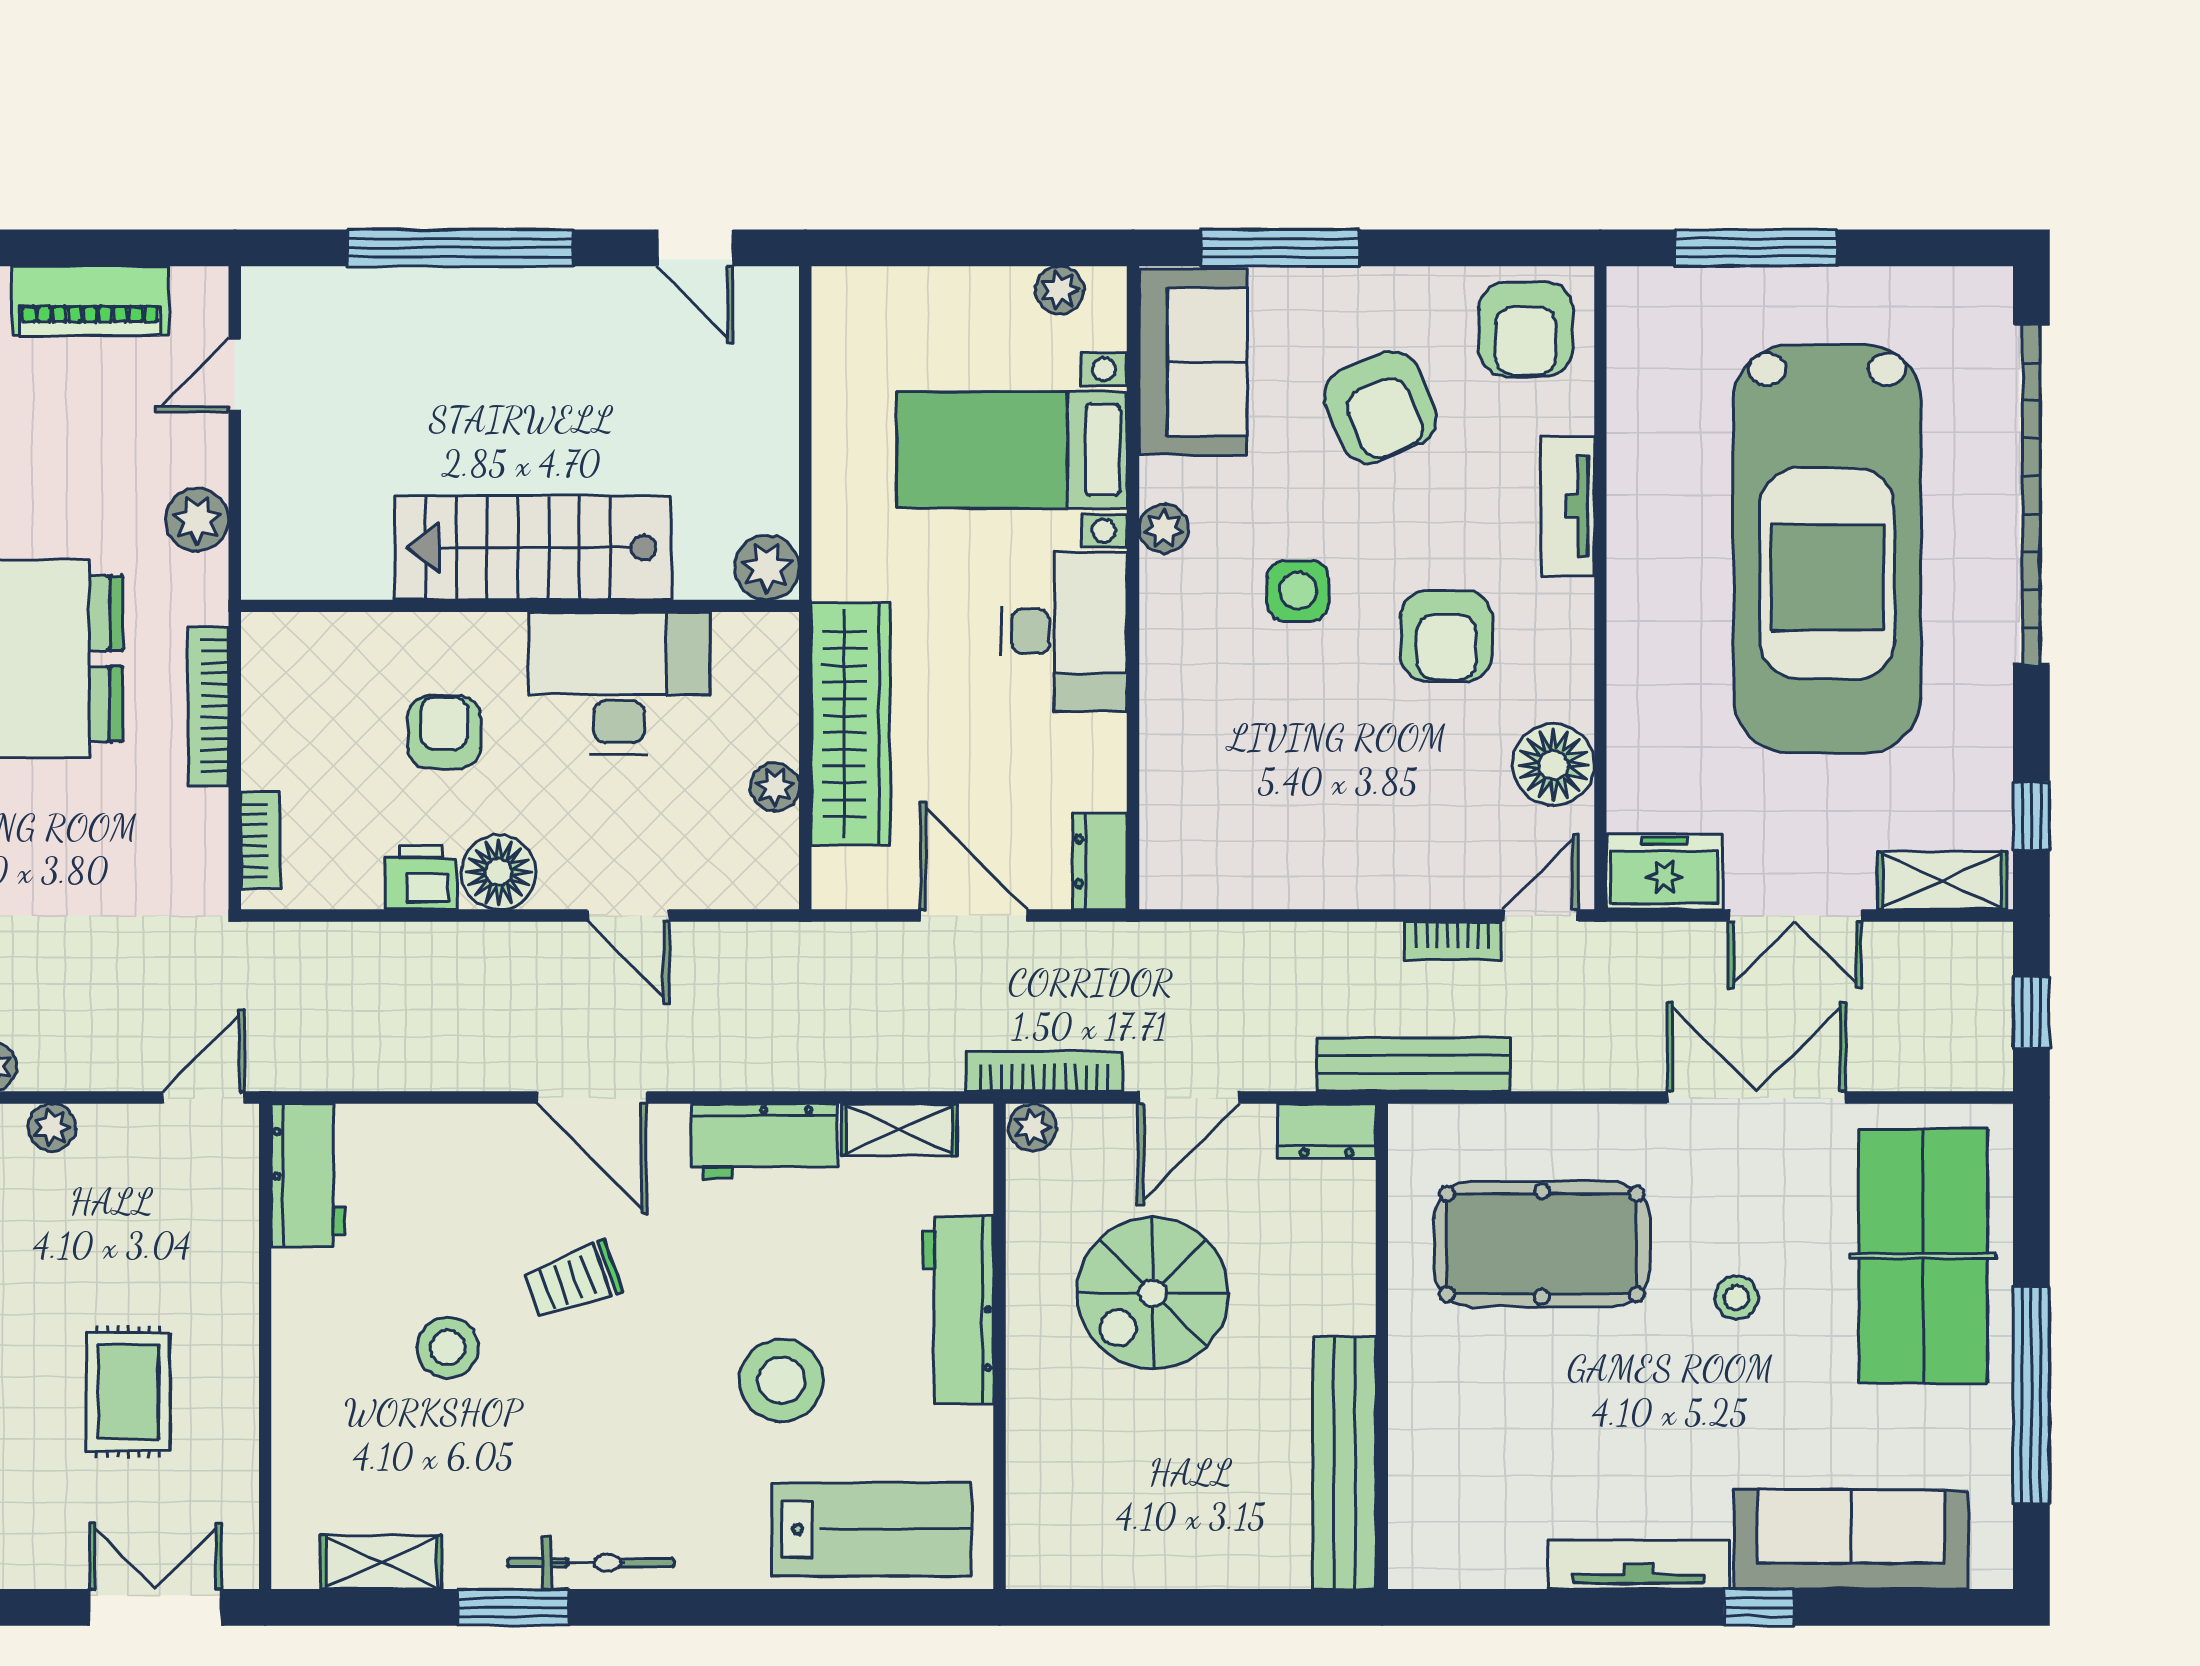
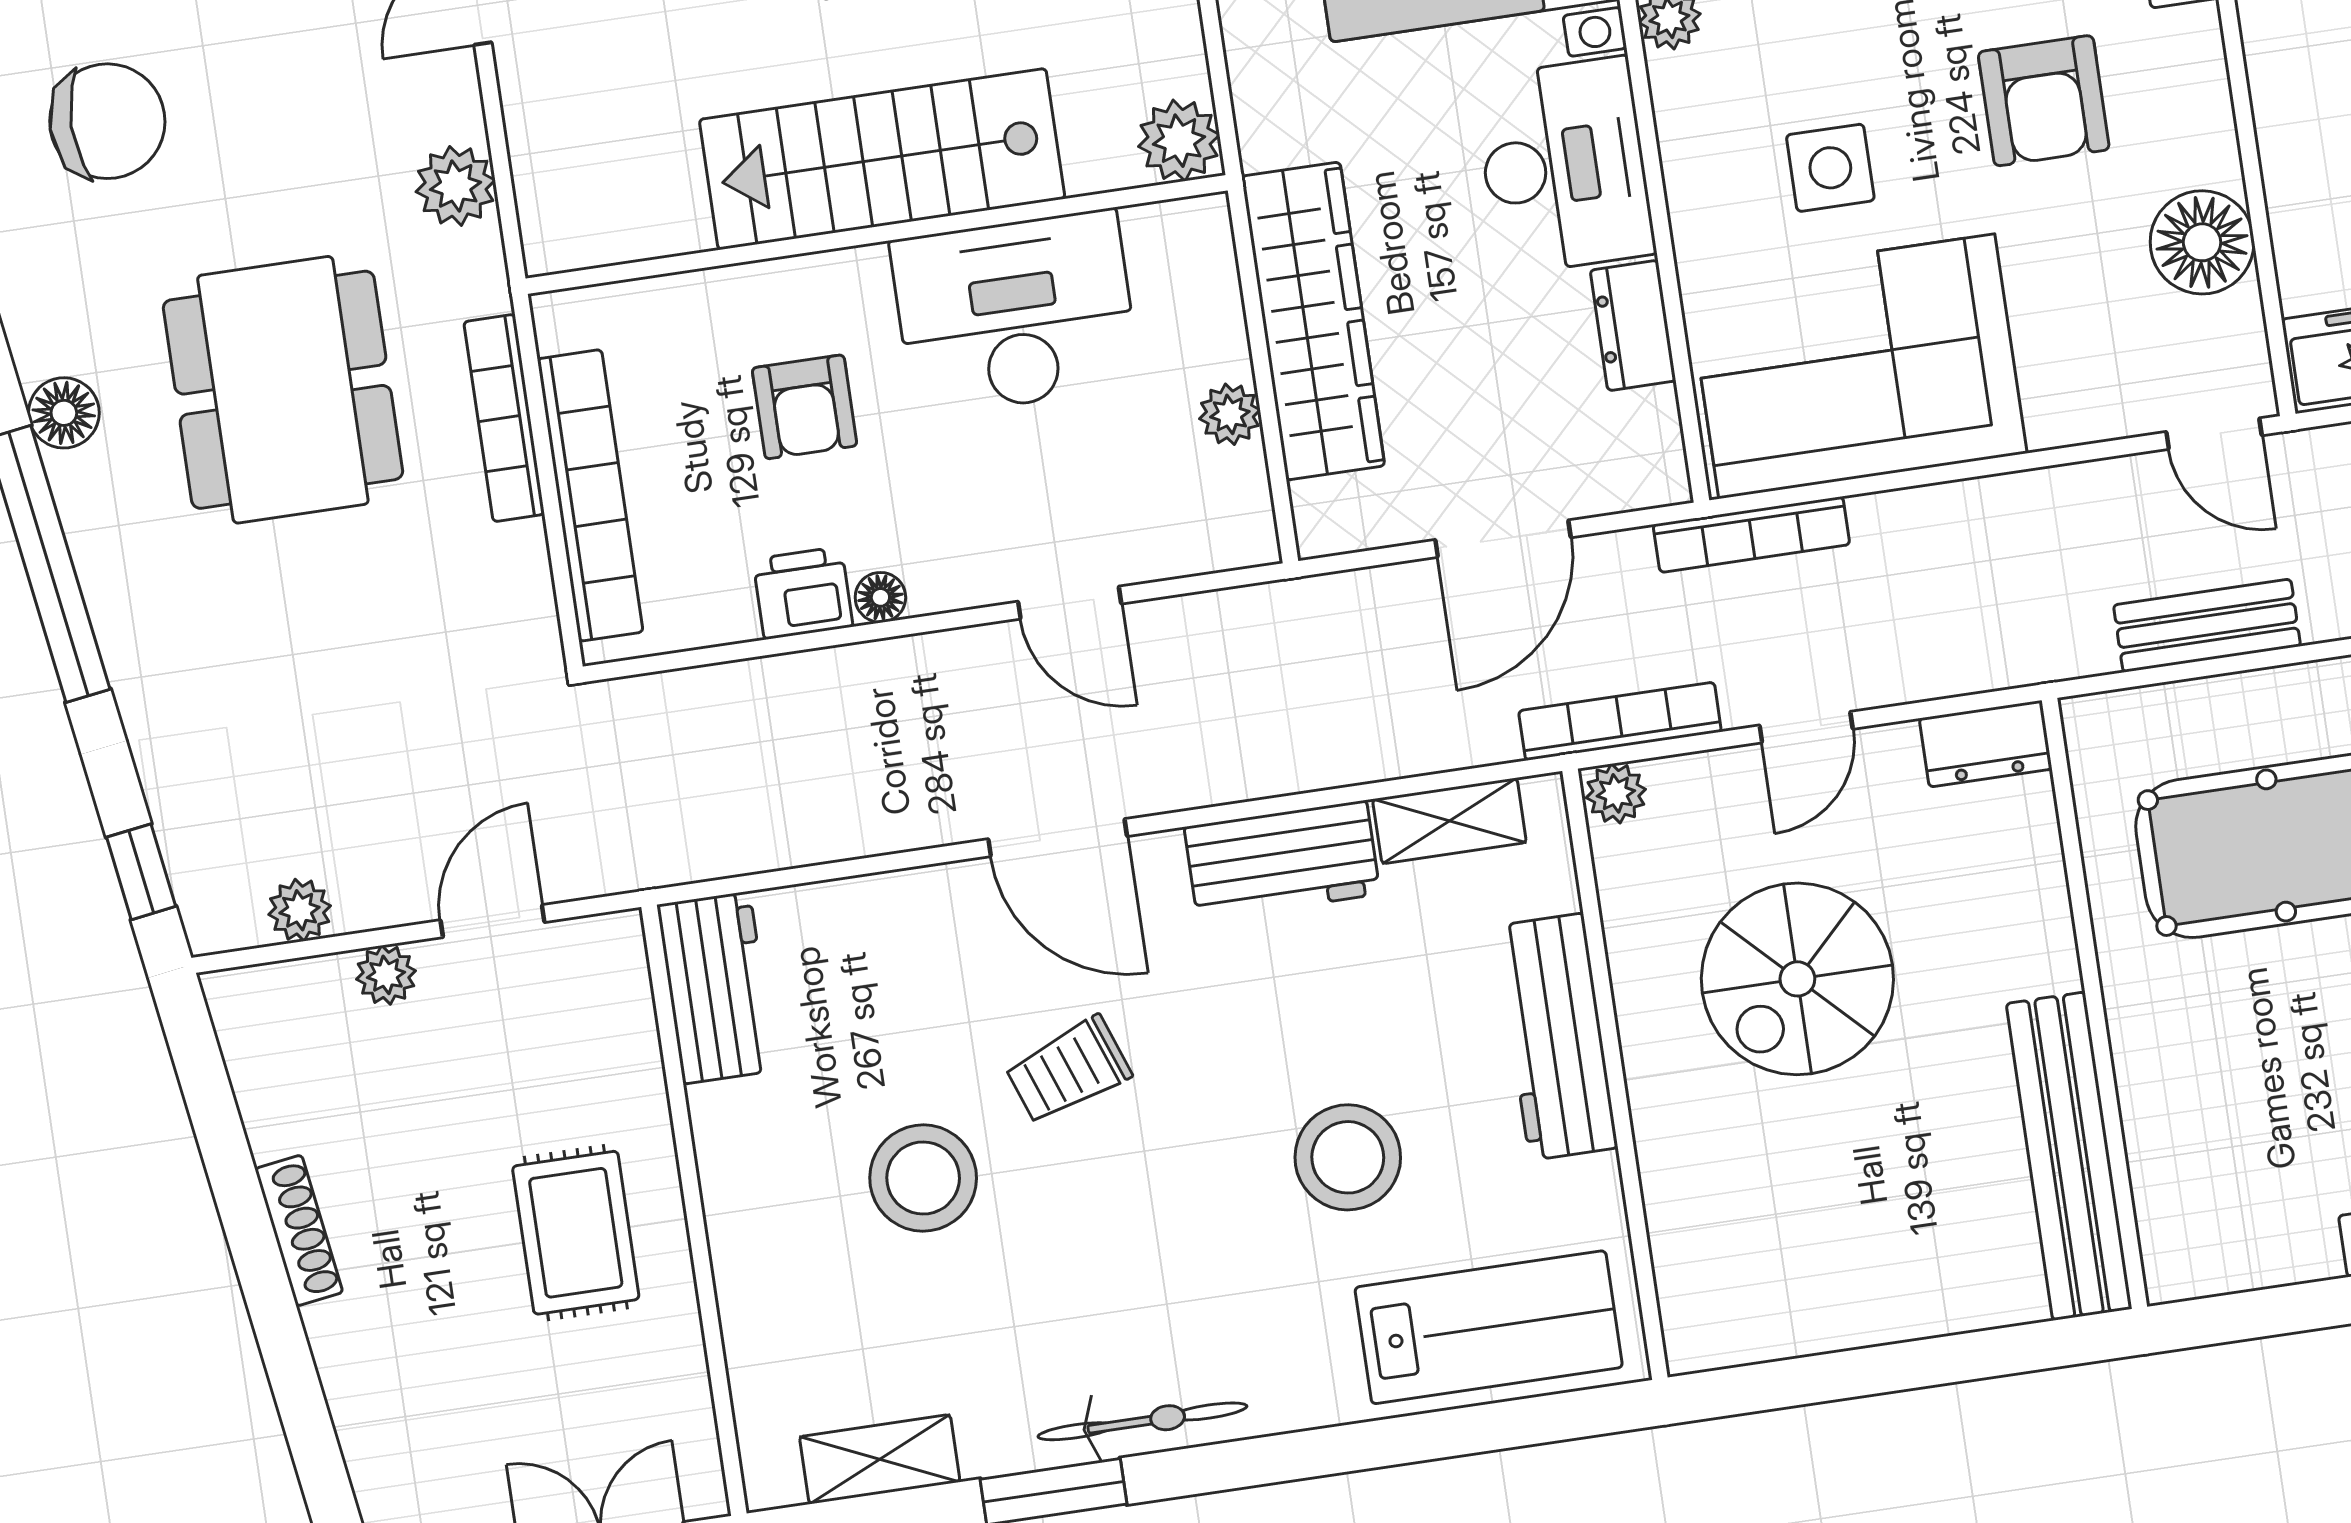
side table: (1298, 591) -> (1830, 168), moved
armchair: (444, 732) -> (805, 407), turned 180
corner sofa: (1270, 822) -> (1857, 366), added
bookcase: (260, 841) -> (590, 495), width x2.31, depth x1.31
dresser: (1100, 861) -> (1633, 326), moved
floor lamp: (499, 872) -> (880, 597), width x0.53, depth x0.53
door: (974, 915) -> (1503, 539), swing flipped
door: (1541, 915) -> (2214, 434), swing flipped
bookcase: (1452, 941) -> (1751, 535), moved, width x1.56
bench: (1413, 1064) -> (2207, 626), moved, width x0.73
door: (203, 1098) -> (493, 921), moved
door: (1189, 1098) -> (1806, 727), width x0.73
stool: (448, 1348) -> (923, 1178), width x1.38, depth x1.38
rug: (128, 1392) -> (576, 1233), moved

